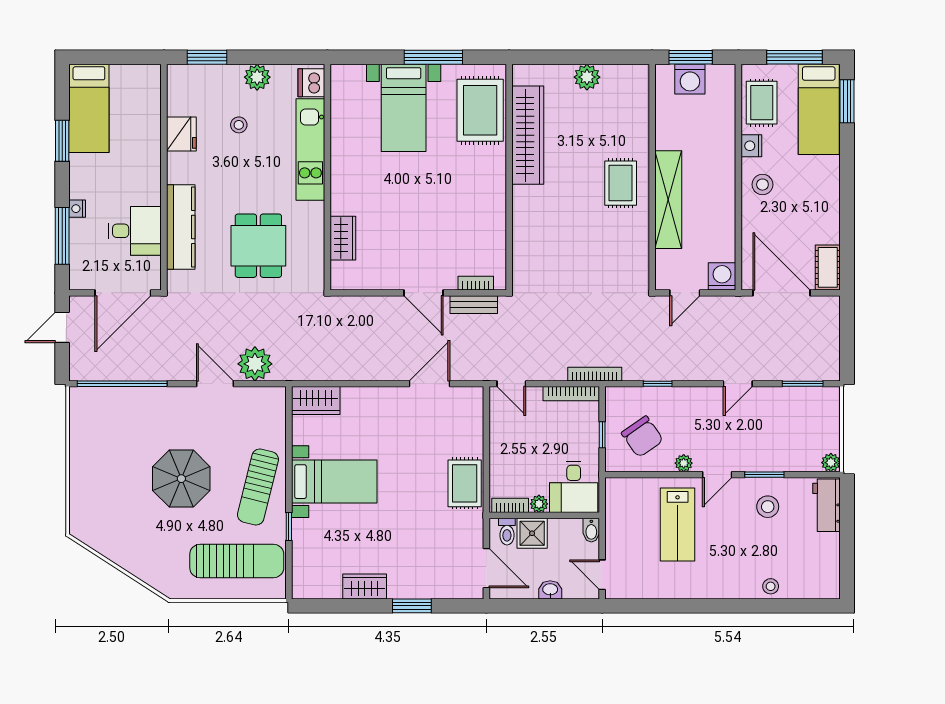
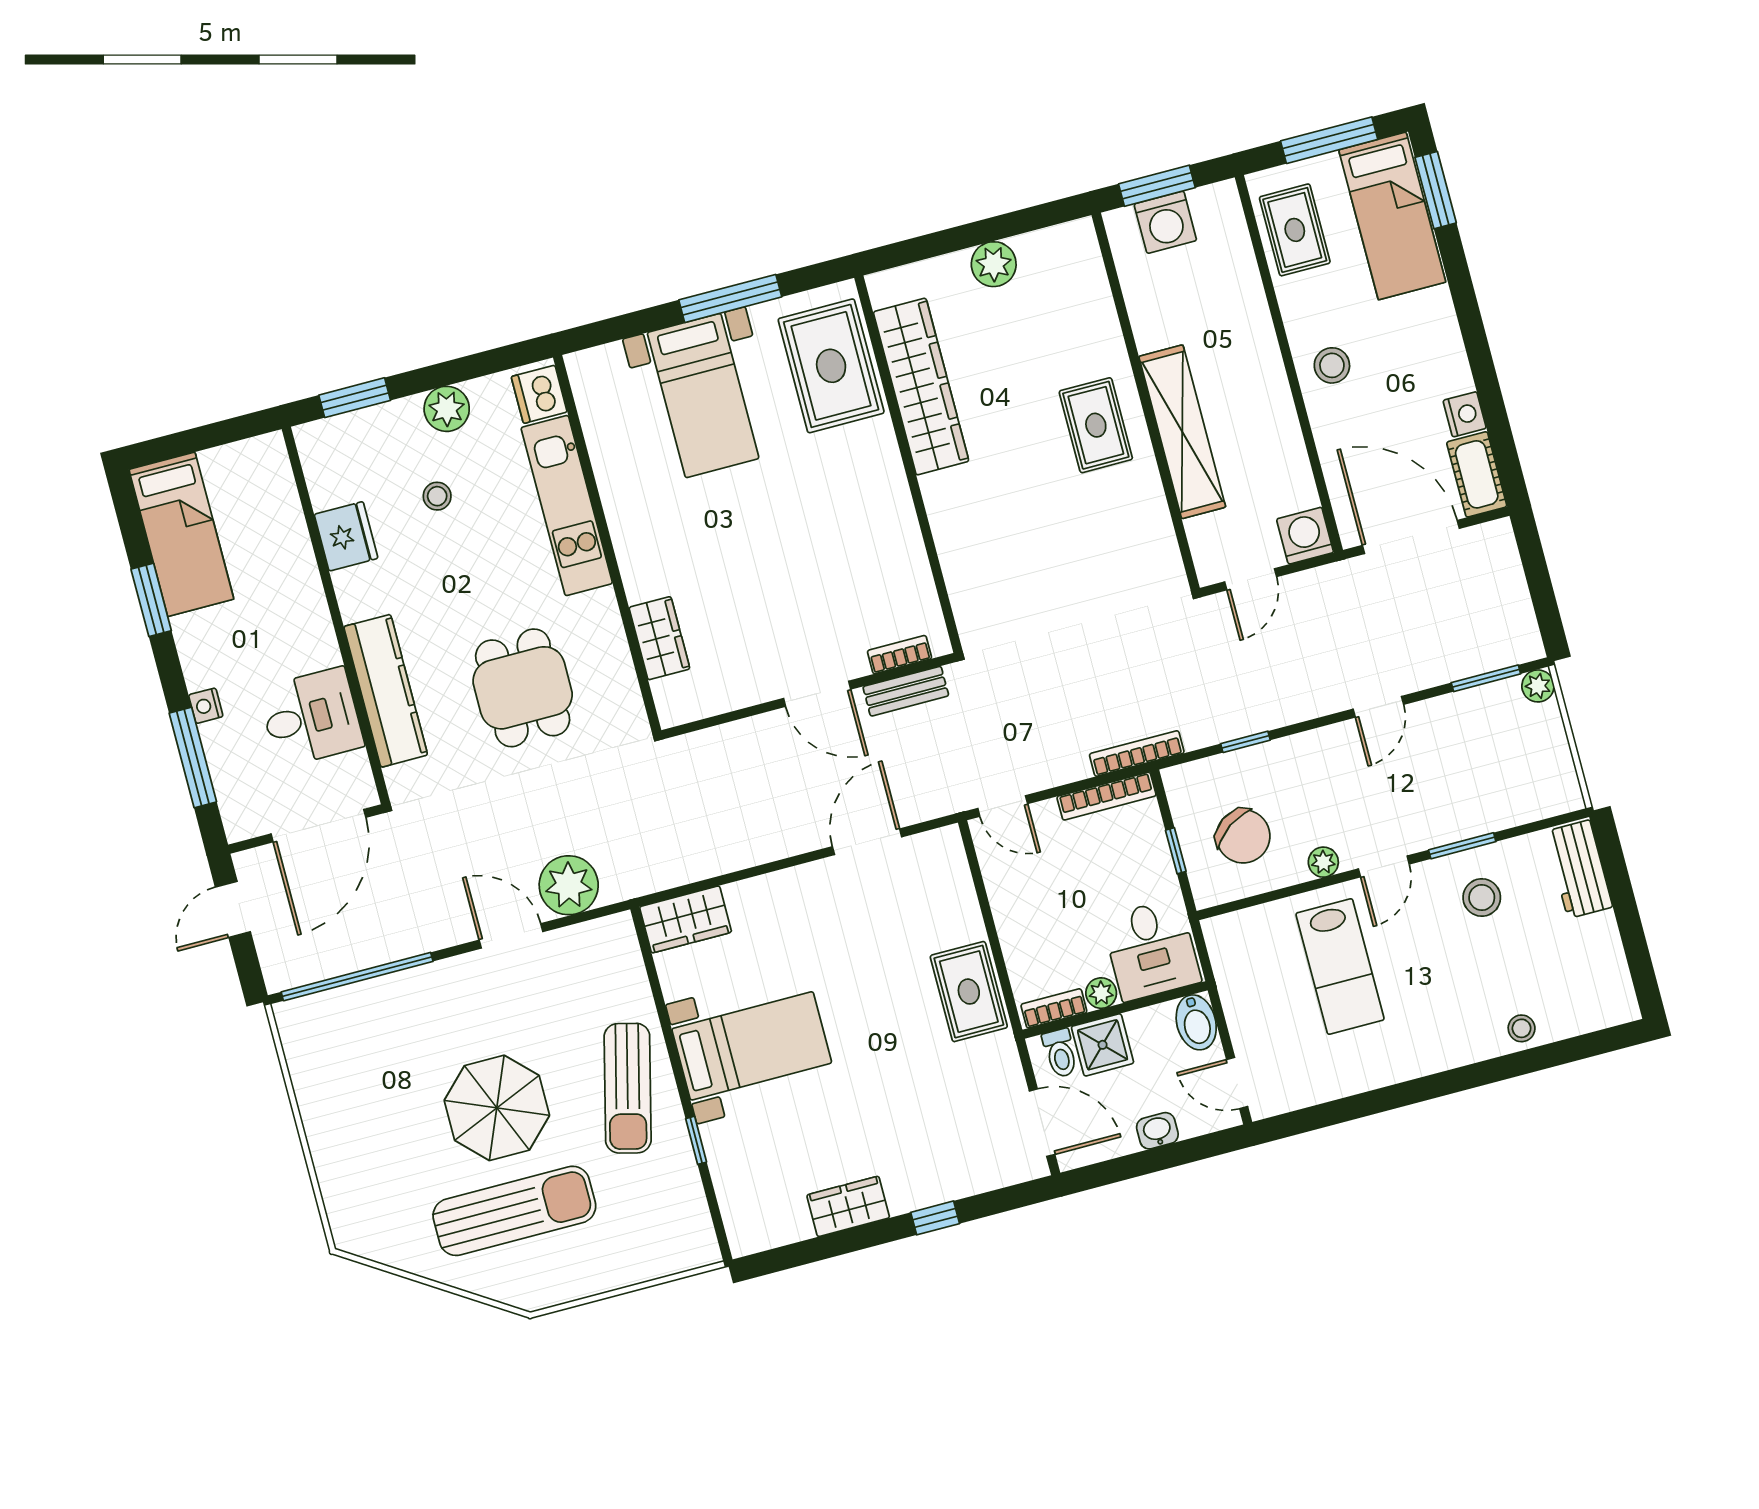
nightstand: (751, 146) -> (1465, 414), moved, turned 180
plant: (831, 463) -> (1538, 686), moved
bidet: (591, 530) -> (1196, 1022), width x1.38, depth x1.36
sun lounger: (237, 561) -> (514, 1211), moved
window: (412, 606) -> (935, 1218), width x0.67

